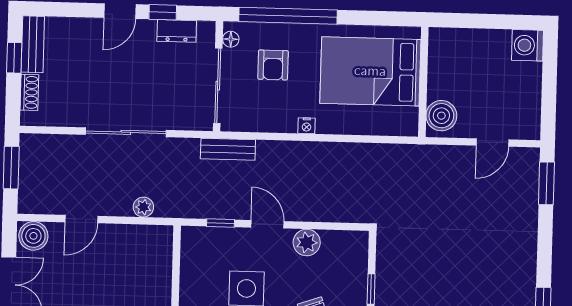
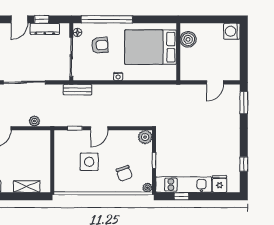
dresser: (177, 31) -> (45, 29), width x1.44
armchair: (273, 65) -> (100, 45), turned -94
boiler: (441, 116) -> (188, 39), moved
door: (267, 224) -> (99, 128), swing flipped
plant: (307, 242) -> (145, 137), moved

